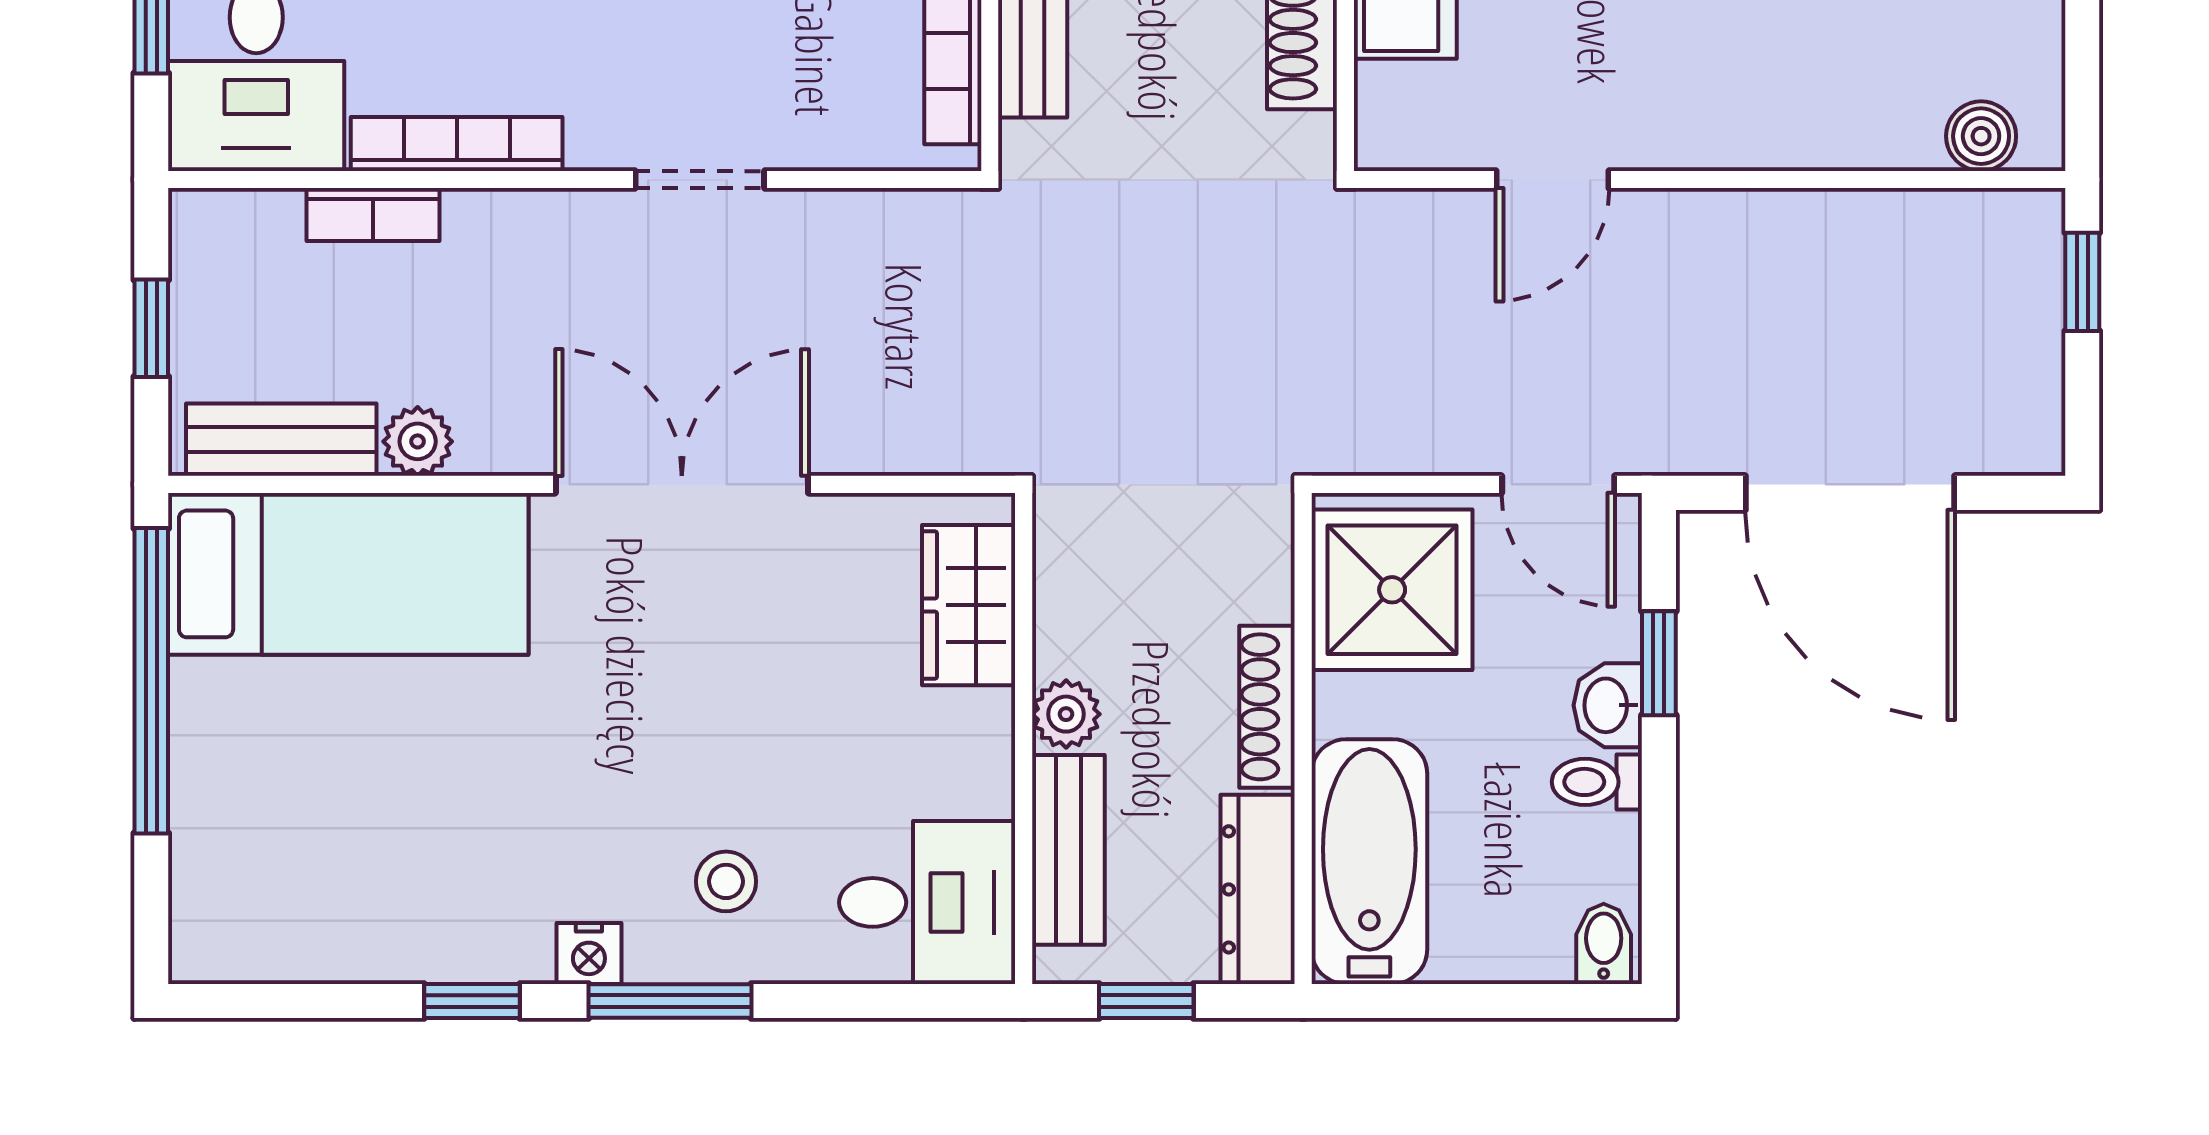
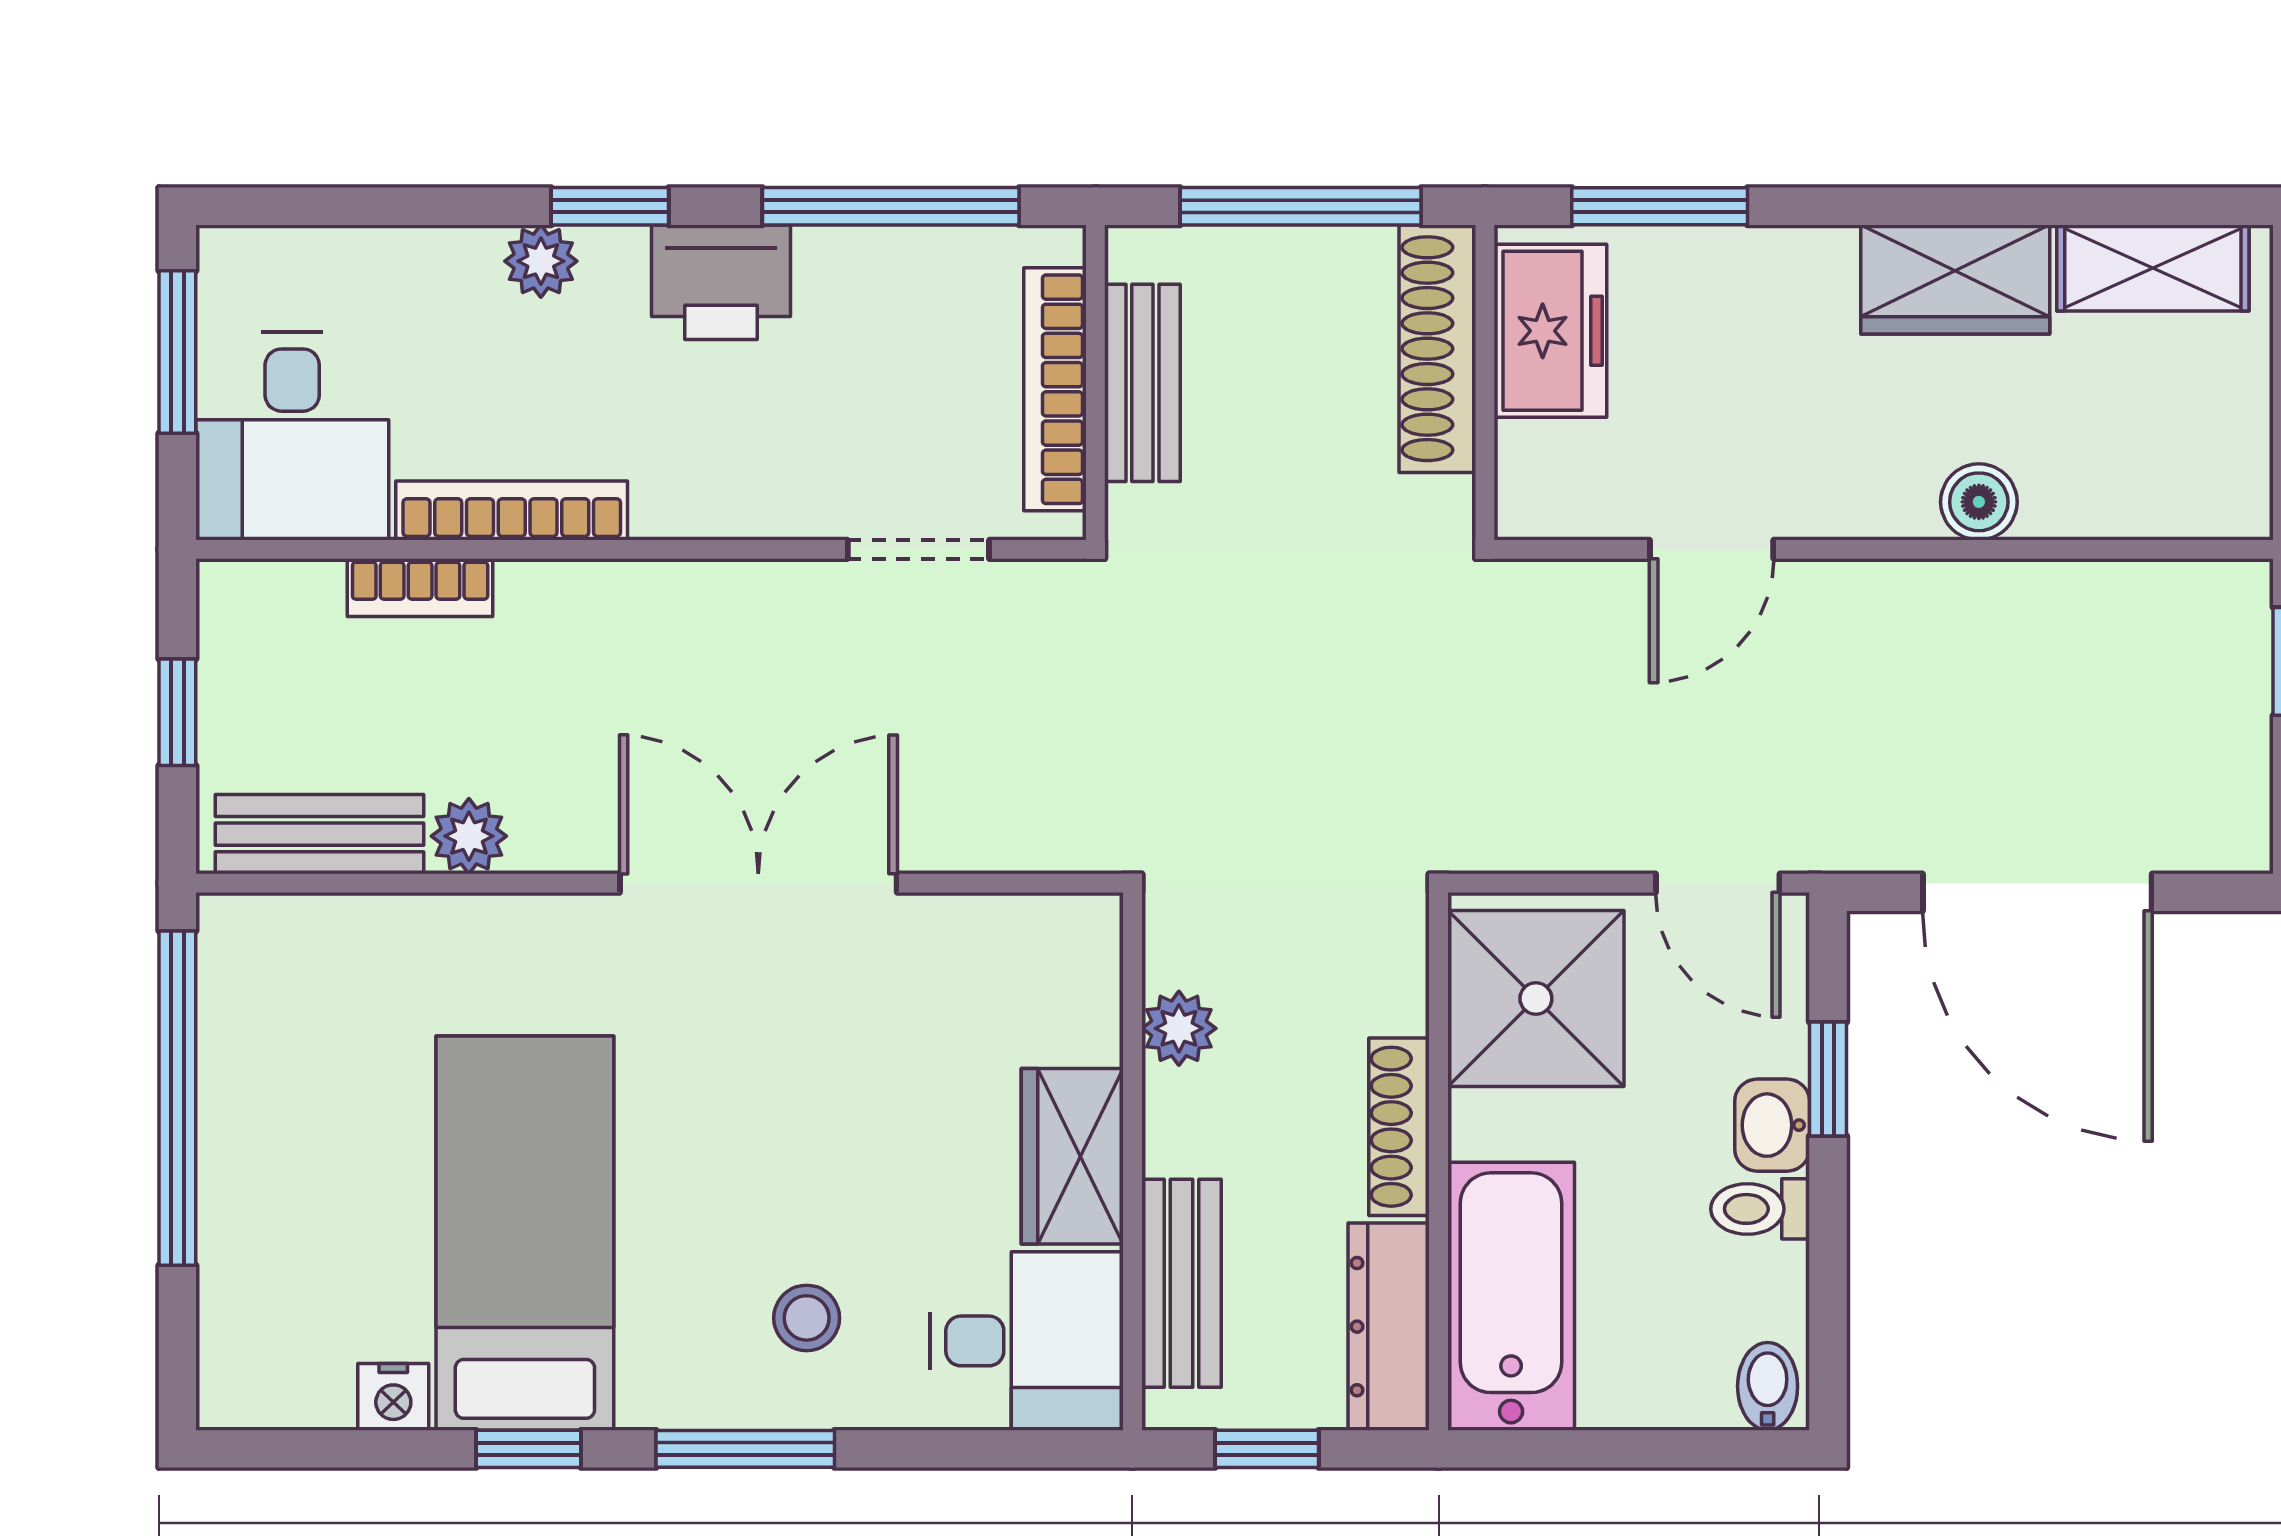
boiler: (1981, 136) -> (1979, 502), moved
doorway: (700, 179) -> (918, 549), moved
bed: (348, 574) -> (525, 1233), moved, turned -90
wardrobe: (969, 605) -> (1072, 1156), moved
plant: (1066, 714) -> (1179, 1028), moved
nightstand: (589, 954) -> (393, 1397), moved

